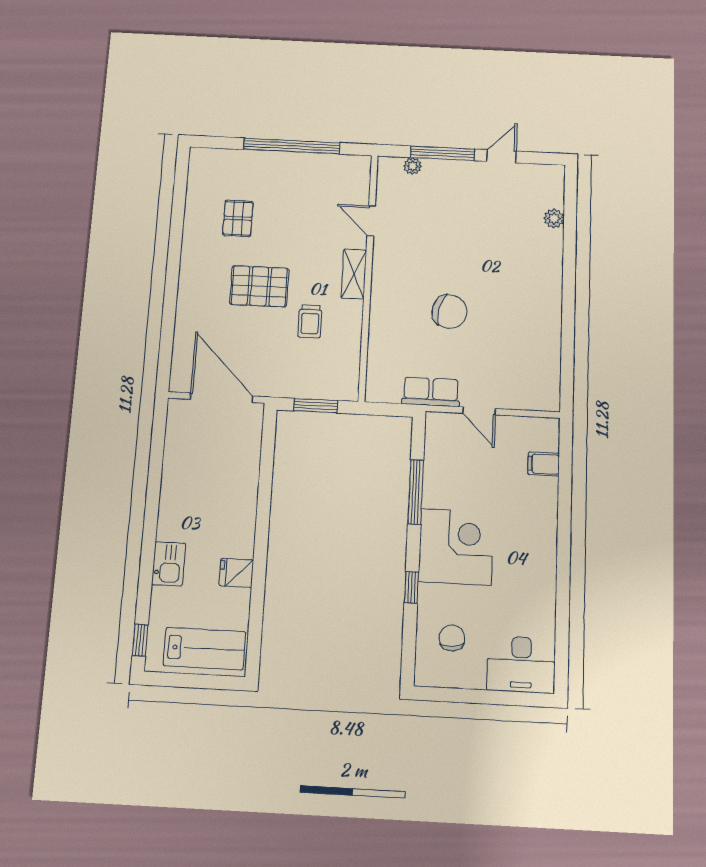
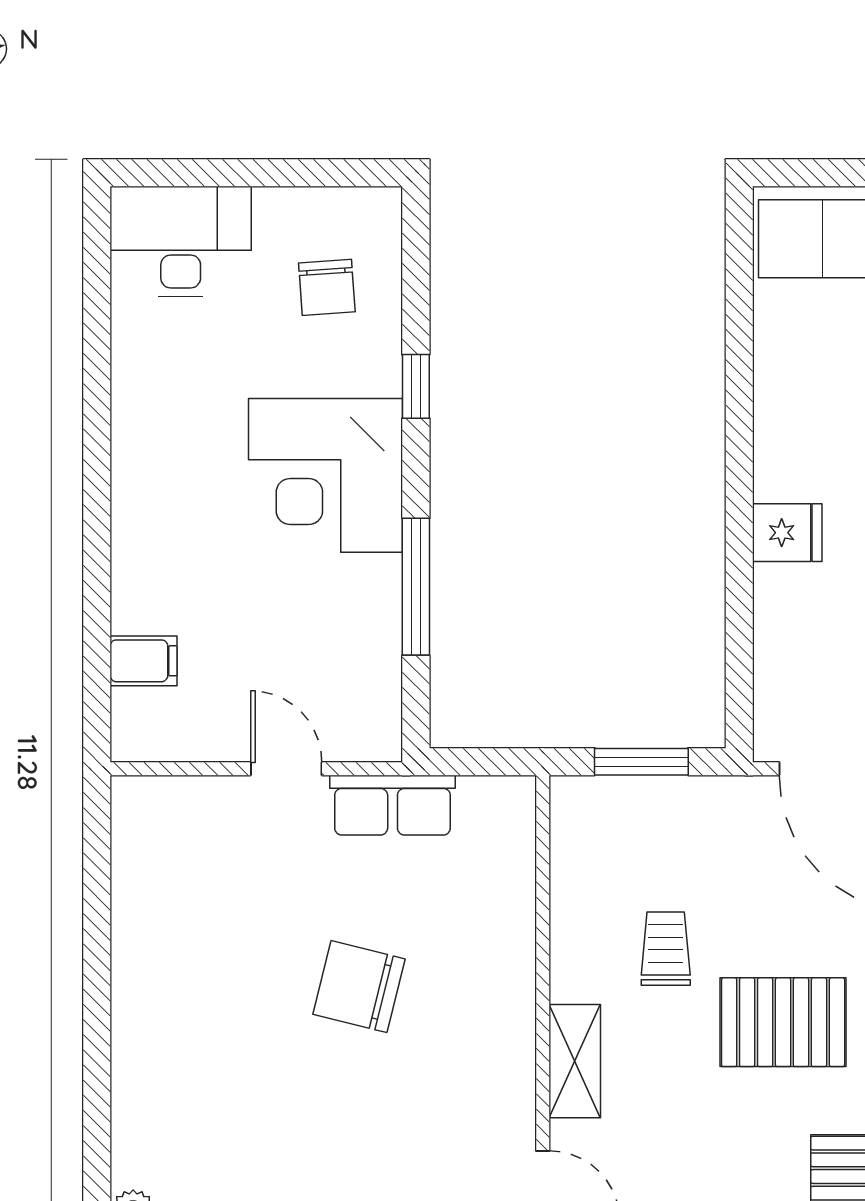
fridge: (236, 573) -> (787, 533), moved

